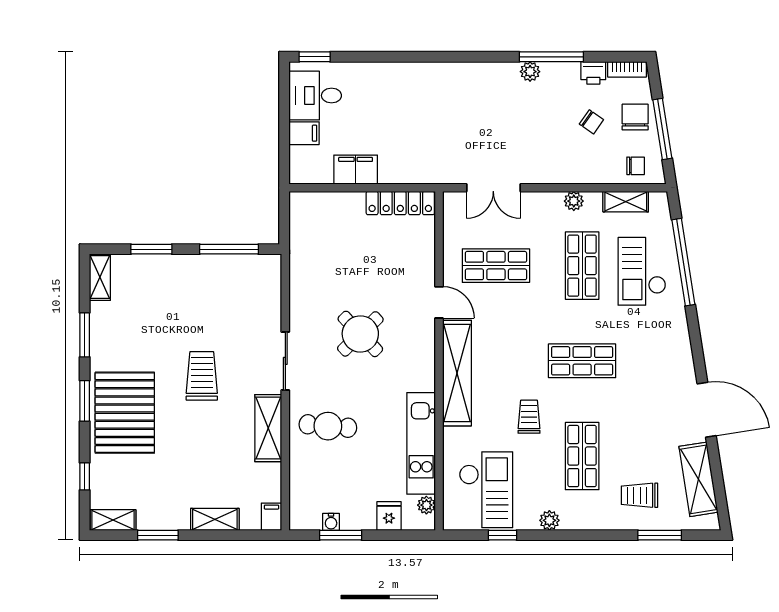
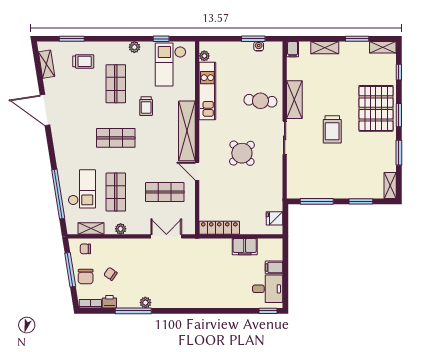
shelving: (698, 479) -> (47, 64), width x0.67, depth x0.75
fridge: (389, 516) -> (274, 218), moved, turned 90

